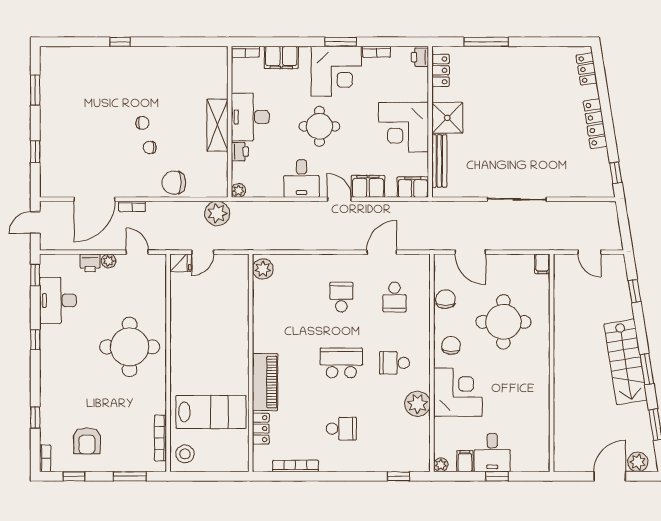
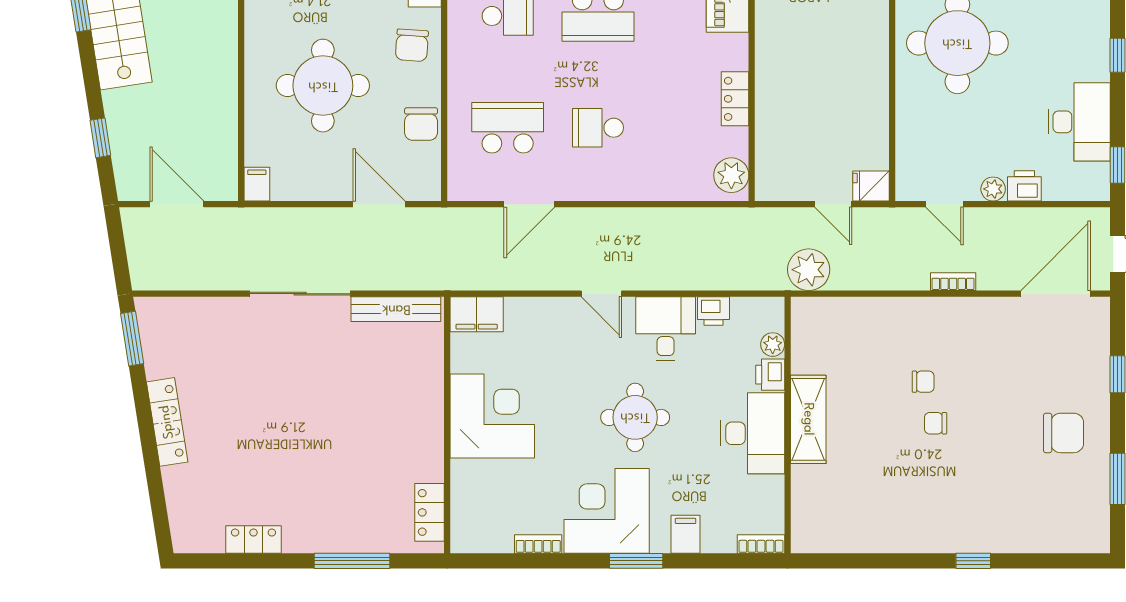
window: (341, 42) -> (636, 561), moved
filing cabinet: (281, 57) -> (686, 534), width x0.50
printer: (420, 57) -> (714, 311), moved, turned 90
locker: (587, 69) -> (253, 540), moved, turned -81
shower: (447, 118) -> (418, 432), removed
bench: (439, 161) -> (396, 309), moved, turned 90
window: (616, 173) -> (132, 339), width x1.50
chair: (174, 183) -> (1064, 433), moved
filing cabinet: (368, 186) -> (553, 315), removed
plant: (238, 190) -> (773, 345), moved
door: (94, 199) -> (1056, 294), moved
door: (203, 252) -> (833, 204), swing flipped
door: (589, 252) -> (177, 204), width x1.38
school desk: (341, 297) -> (598, 128), turned 90
school desk: (395, 297) -> (508, 128), width x1.85
locker: (261, 314) -> (735, 99), added

